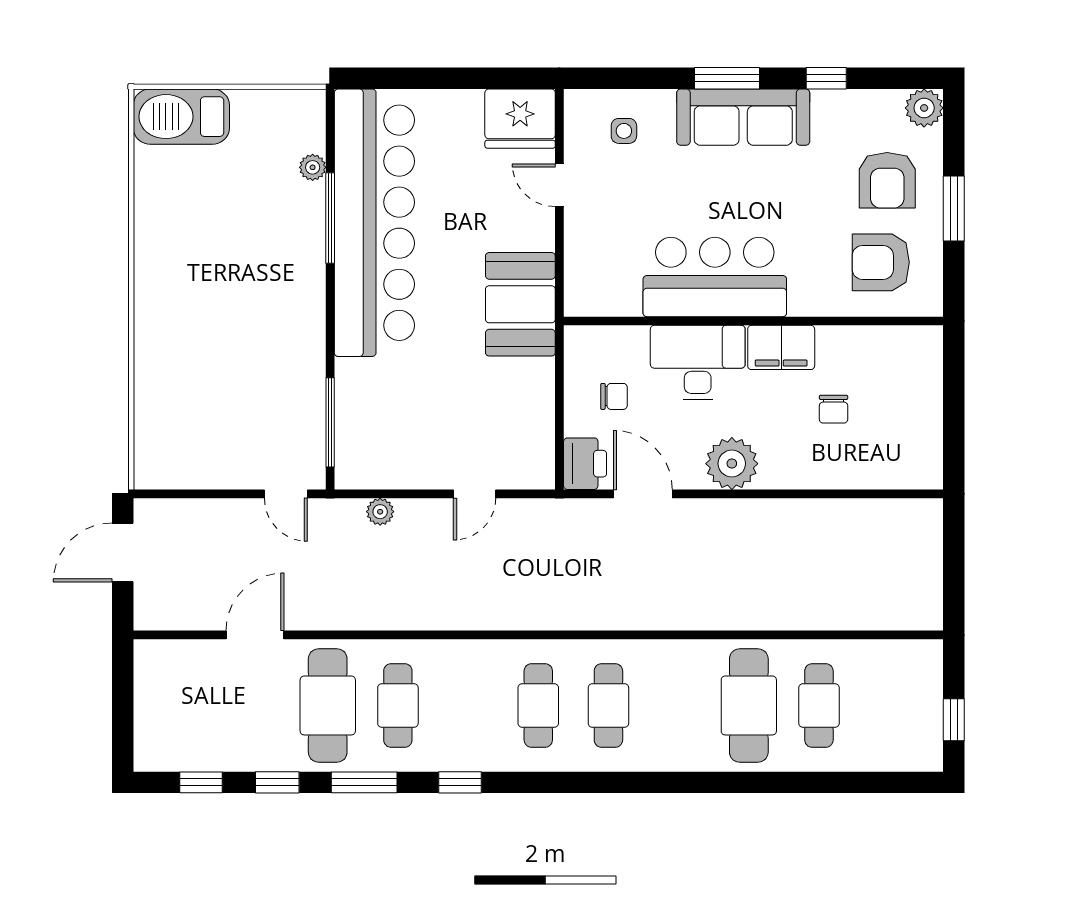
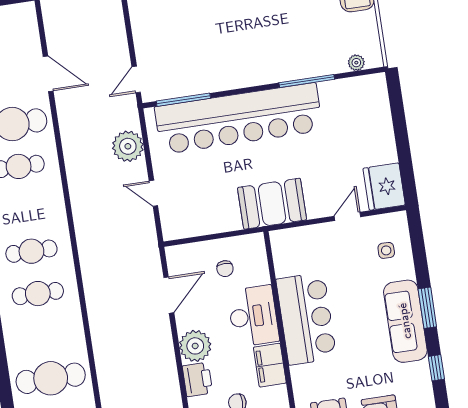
plant: (313, 167) -> (356, 63), moved
bar counter: (374, 223) -> (239, 119), moved
printer: (585, 464) -> (197, 379), moved, turned -90
plant: (380, 512) -> (128, 146), width x1.88, depth x1.88

